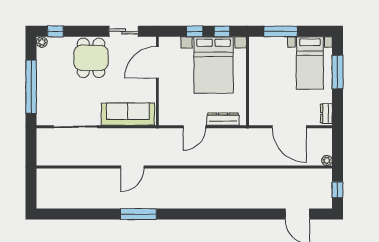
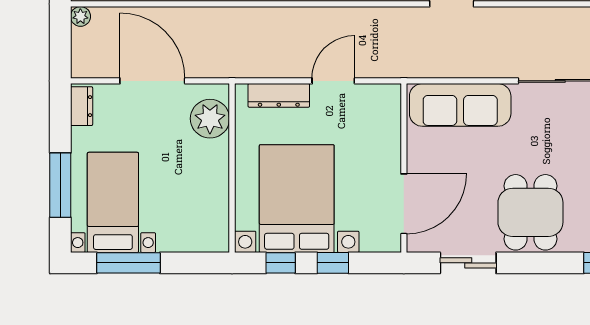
window: (281, 31) -> (128, 263), moved
plant: (259, 107) -> (210, 119), added

